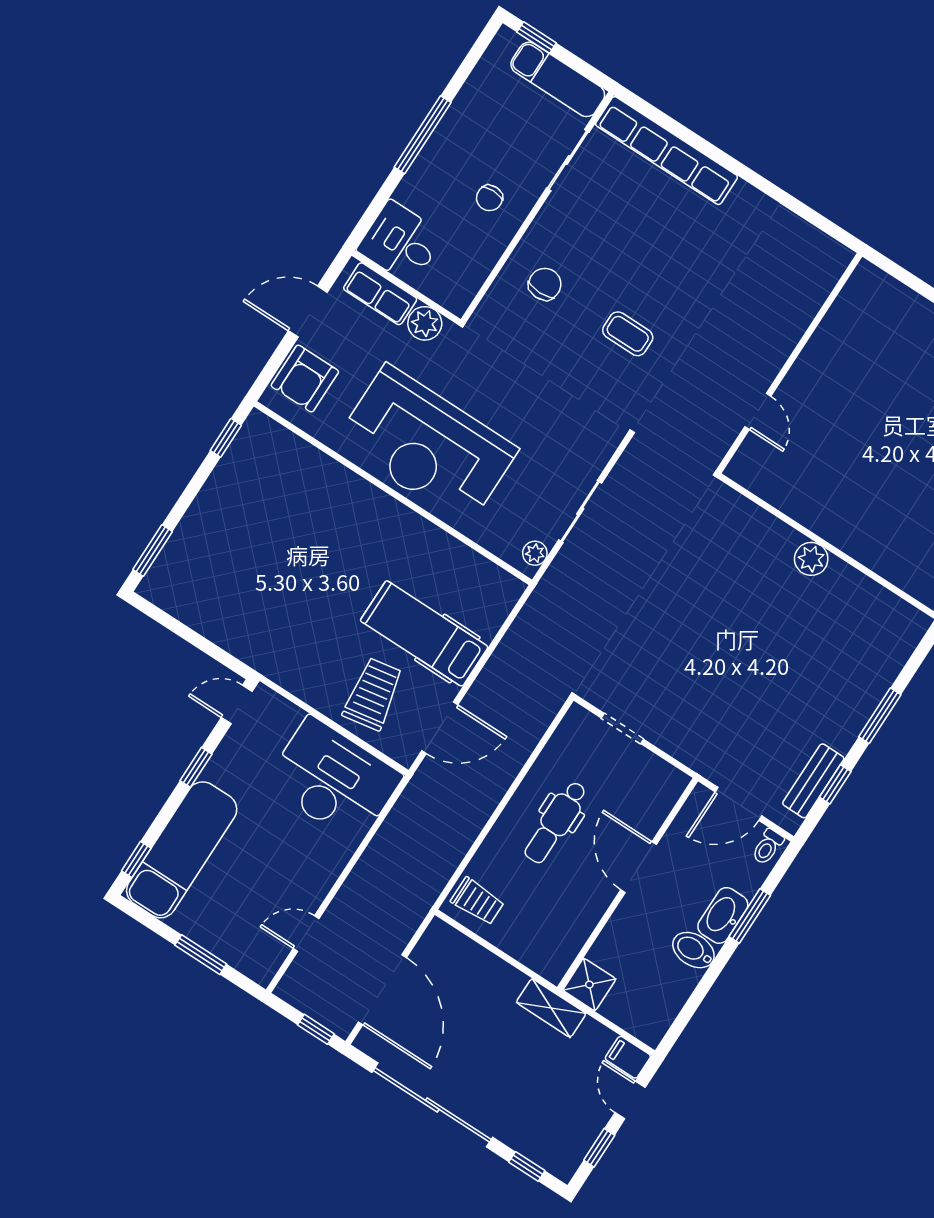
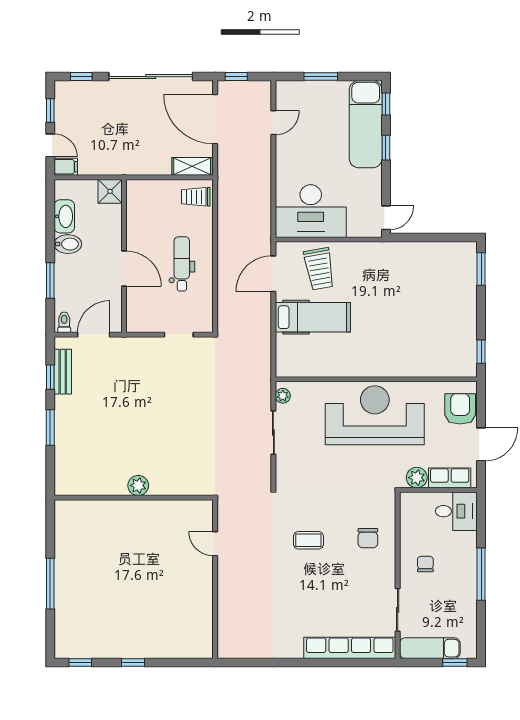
window: (196, 767) -> (386, 148), moved
washbasin: (723, 915) -> (64, 216), moved
shelving: (551, 1008) -> (192, 166), moved

